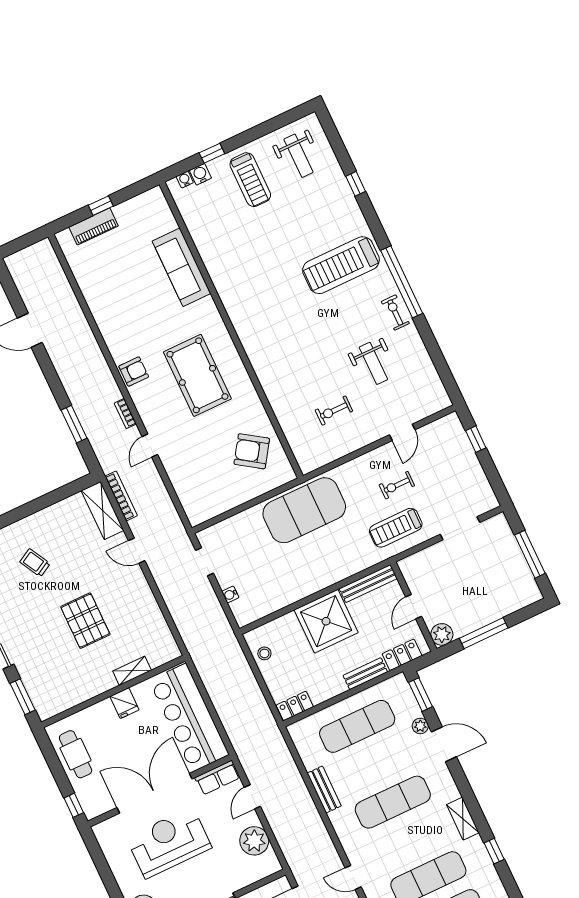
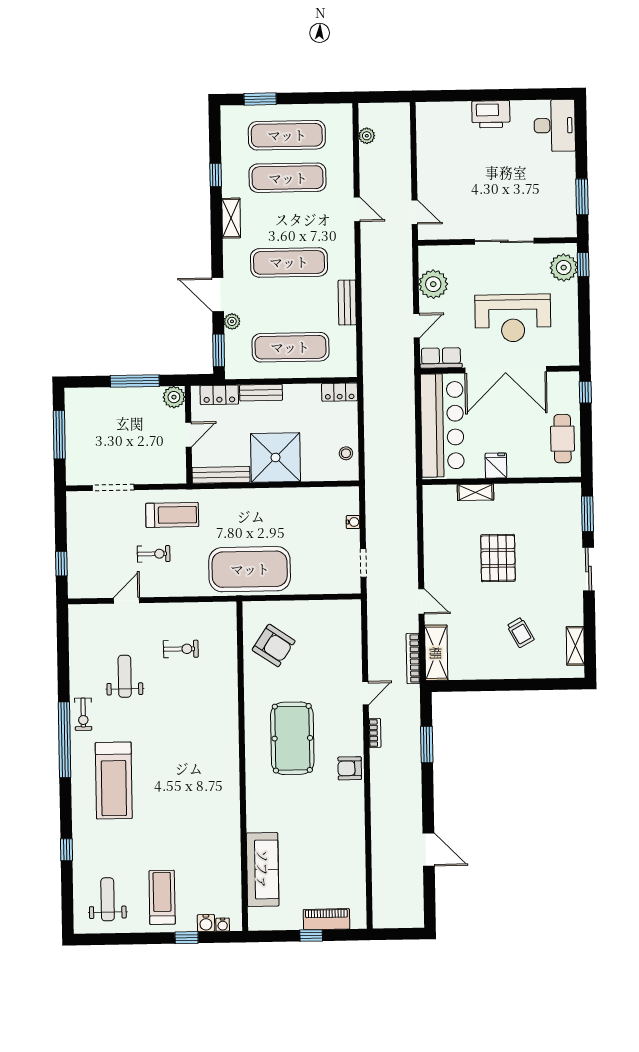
treadmill: (341, 265) -> (114, 781), turned 90
sofa: (181, 267) -> (263, 869), moved

